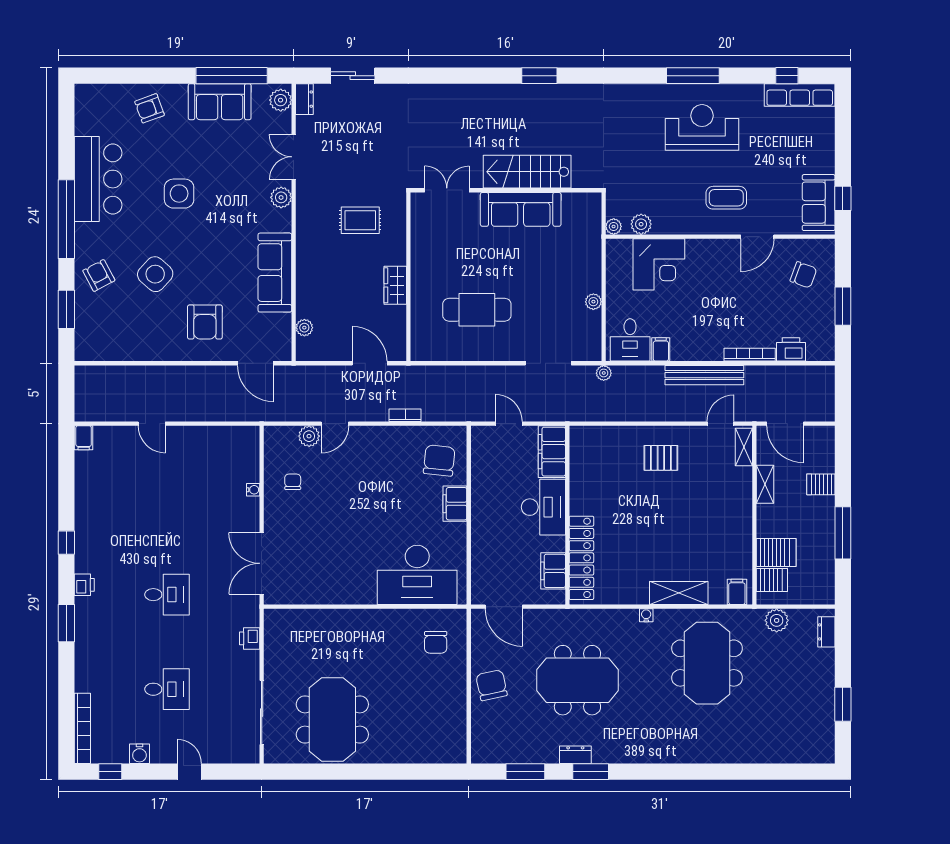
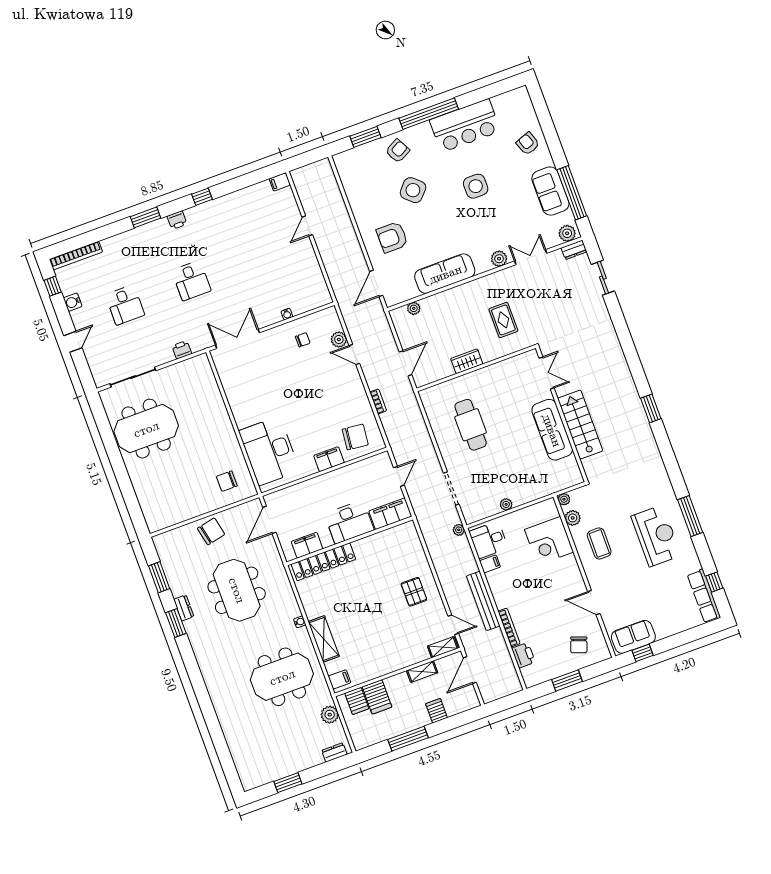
coffee table: (726, 198) -> (599, 543), moved

